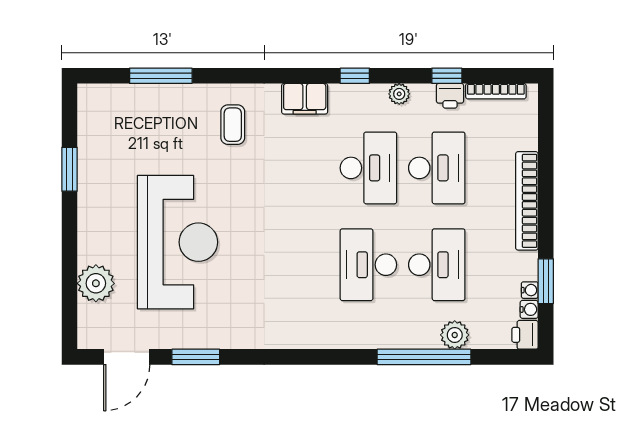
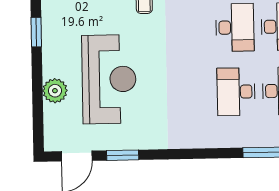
plant: (96, 283) -> (55, 91), moved

